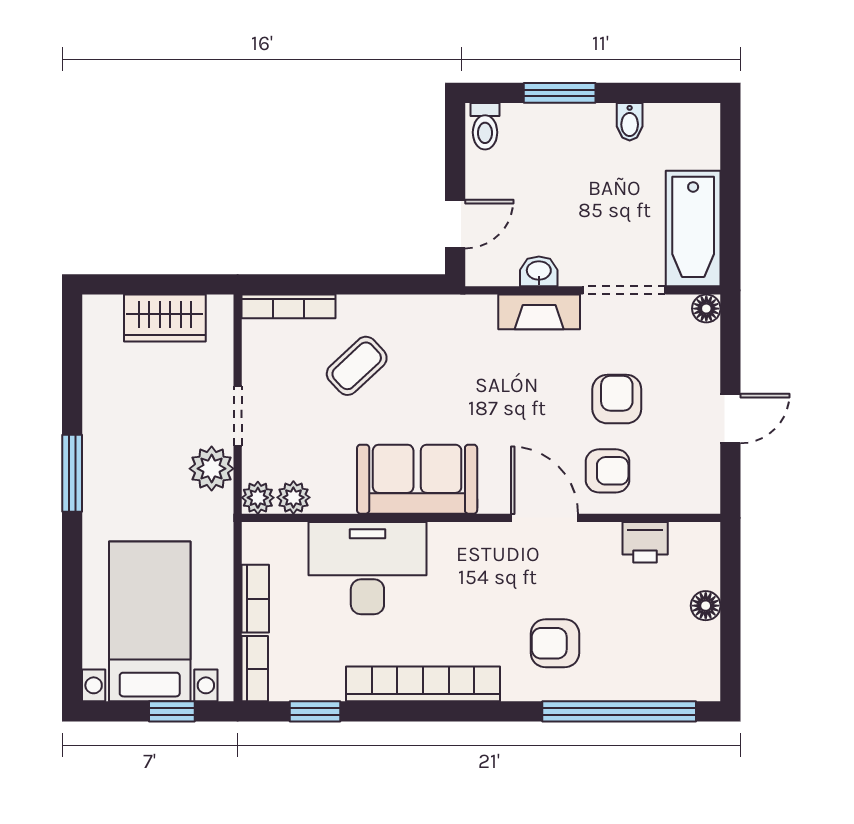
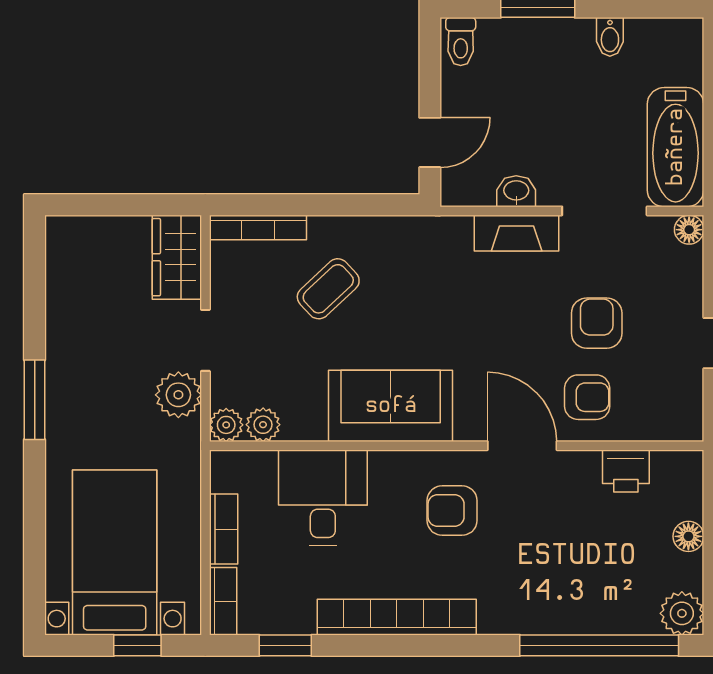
wardrobe: (165, 318) -> (177, 257), moved, turned 90
desk: (367, 568) -> (323, 498), width x0.73
armchair: (555, 643) -> (452, 511), moved
plant: (699, 680) -> (682, 613), added

